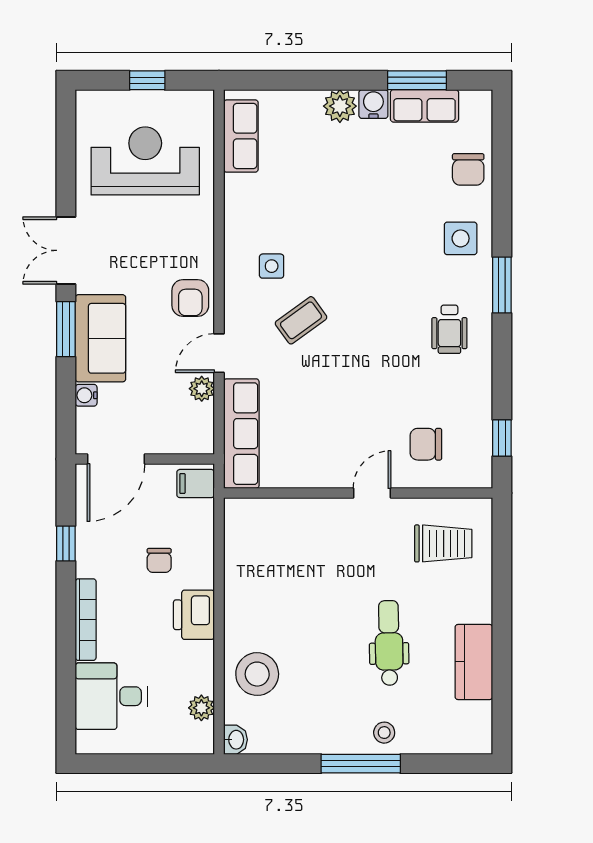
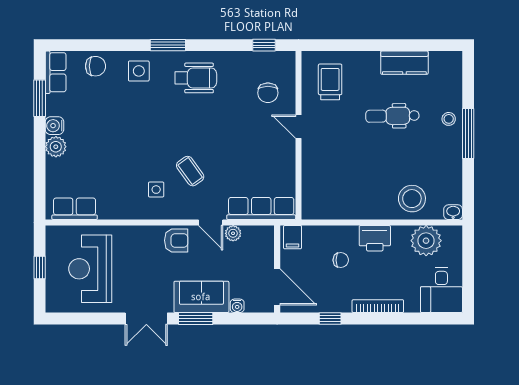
row of seats: (424, 106) -> (56, 72), moved
wheelchair: (449, 329) -> (196, 78), width x1.36, depth x1.37
desk: (111, 696) -> (441, 290), moved
plant: (201, 708) -> (426, 241), width x1.87, depth x1.87

